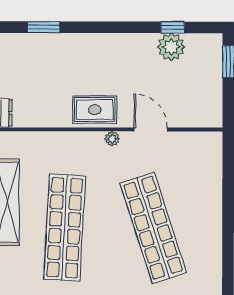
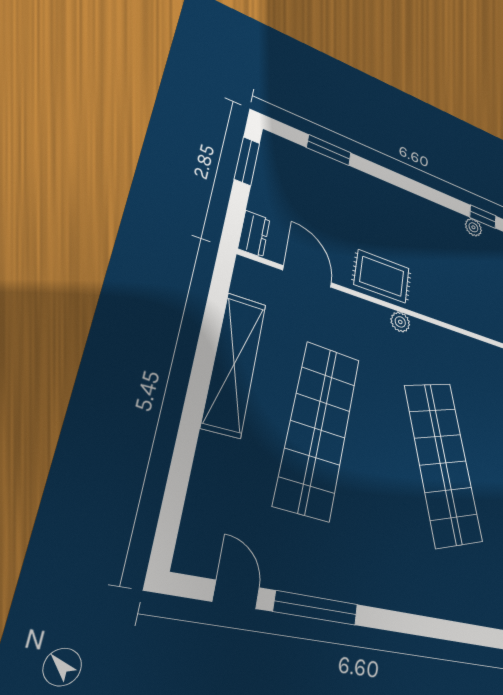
plant: (171, 47) -> (473, 227), width x0.53, depth x0.53
door: (151, 129) -> (307, 276), moved

